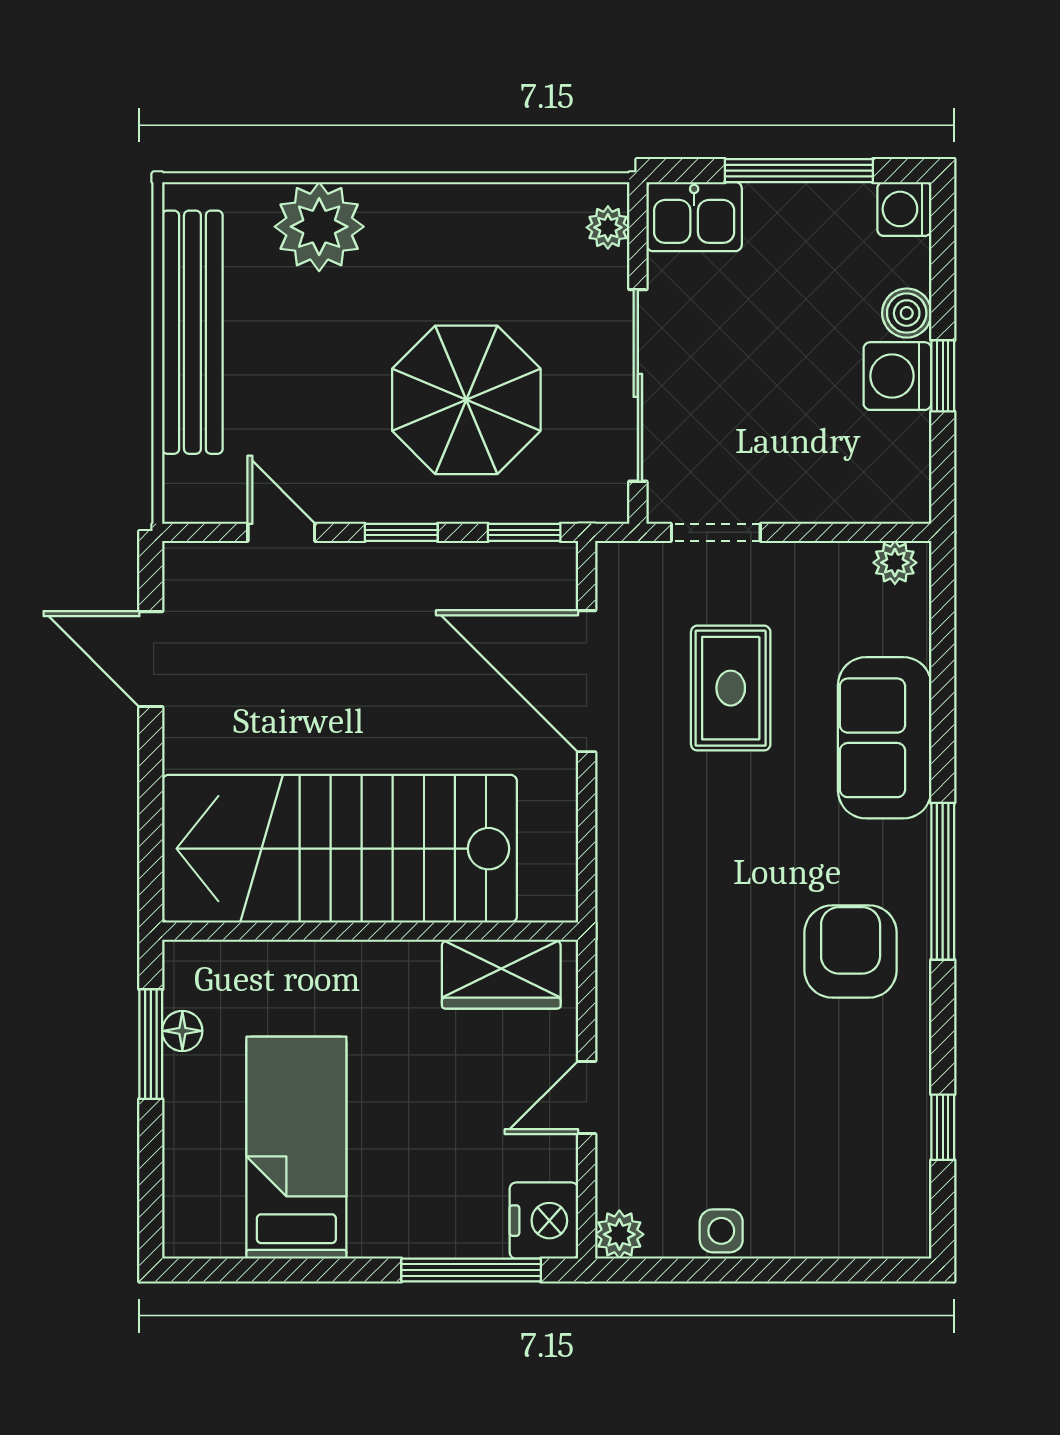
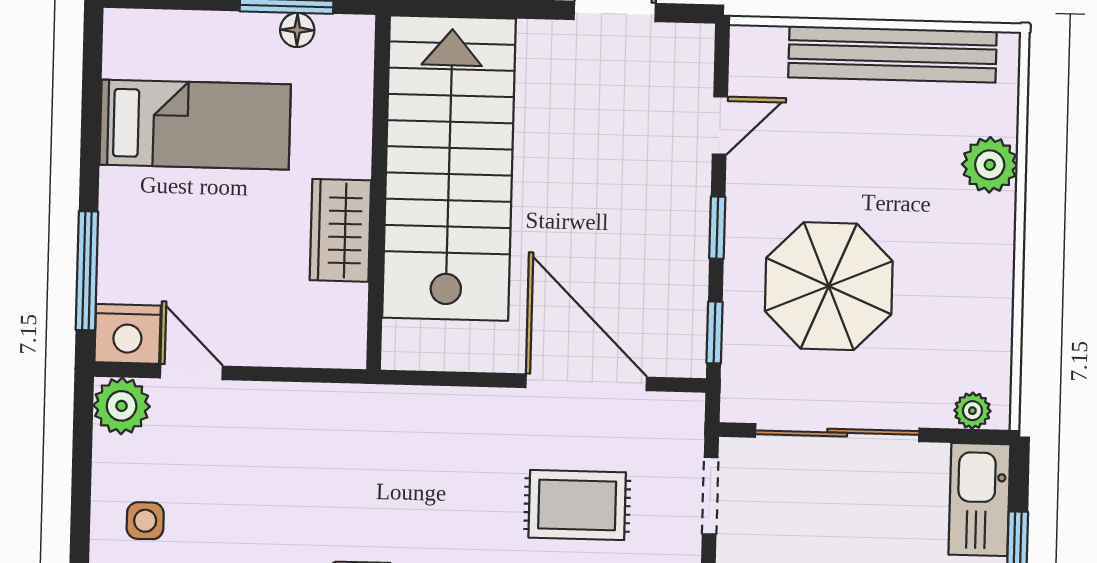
kitchen sink: (694, 217) -> (979, 500), width x1.38
plant: (319, 227) -> (990, 165), width x0.73, depth x0.73
door: (587, 681) -> (586, 382), hinge flipped
wardrobe: (501, 974) -> (340, 230), moved
door: (587, 1098) -> (191, 372), moved
side table: (721, 1231) -> (145, 521), moved
plant: (619, 1234) -> (122, 406), width x1.38, depth x1.38

